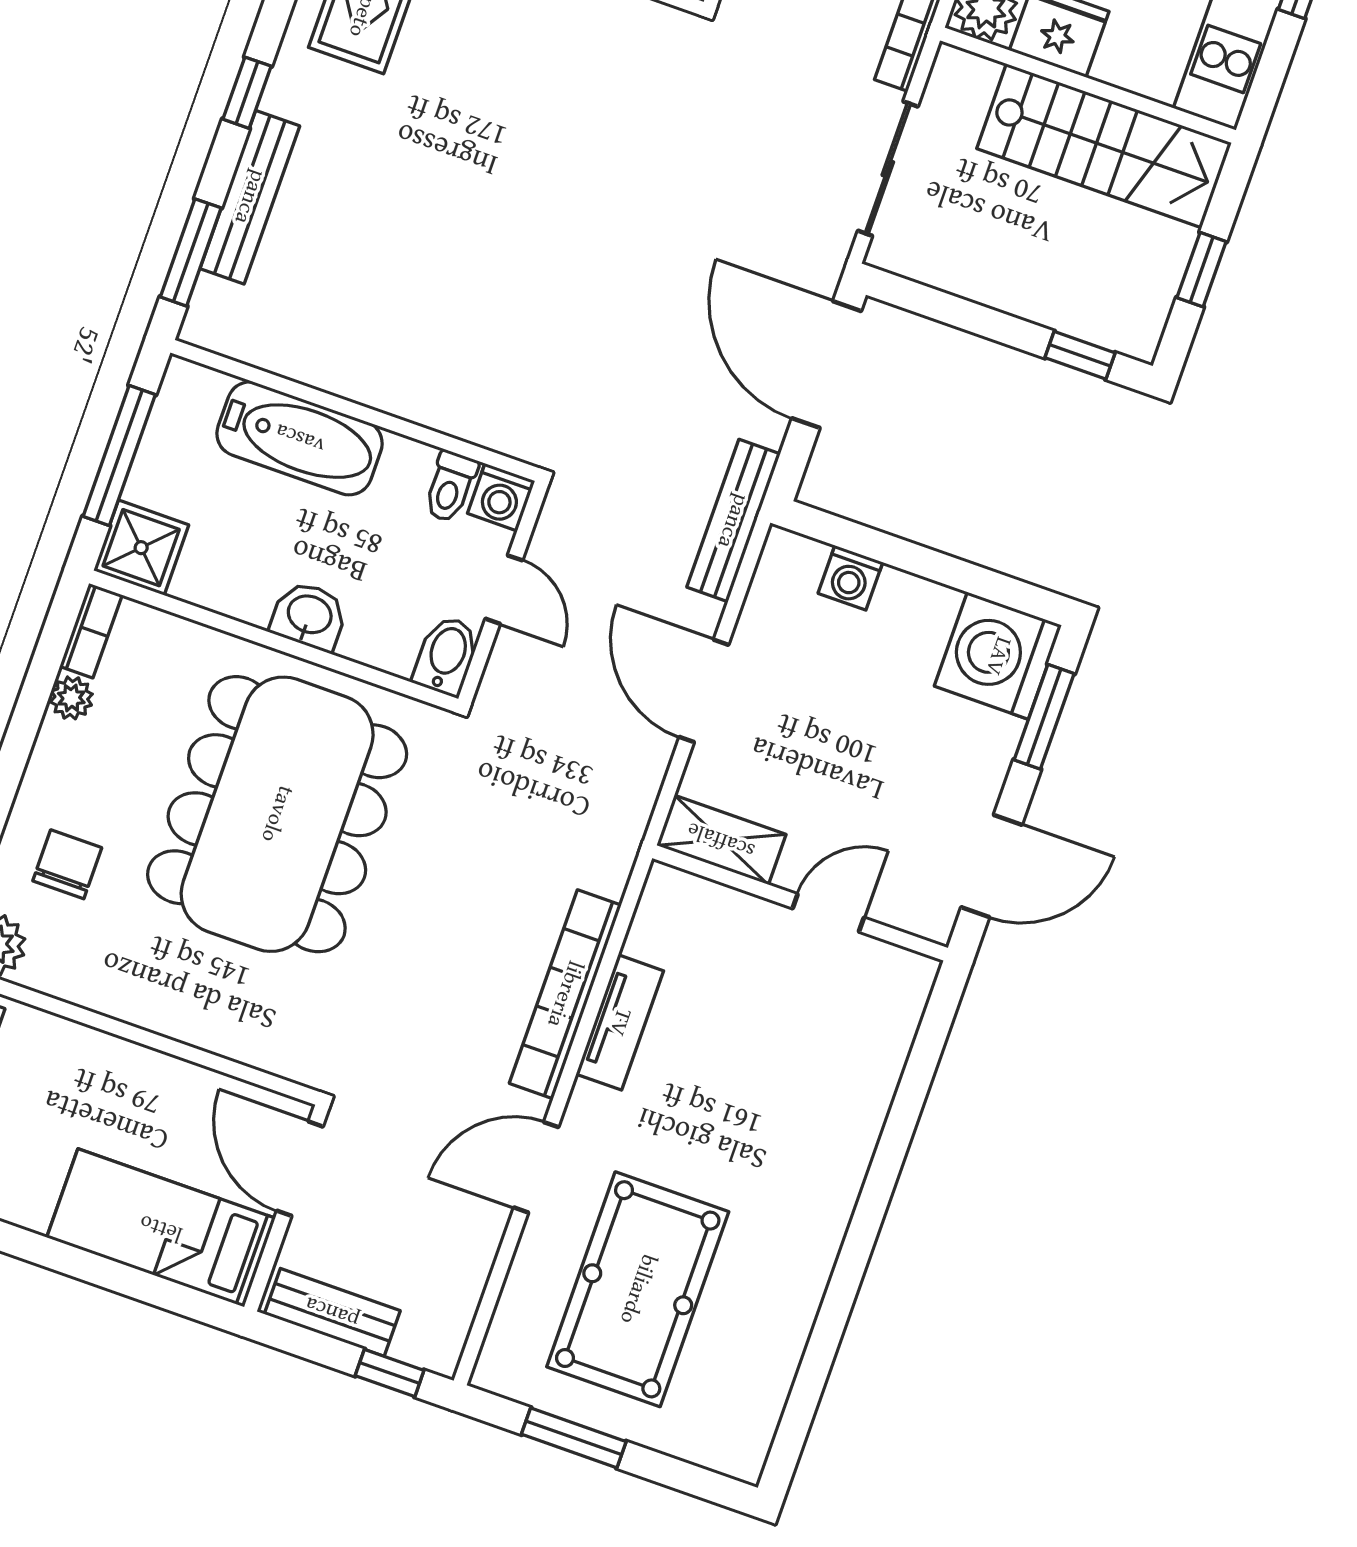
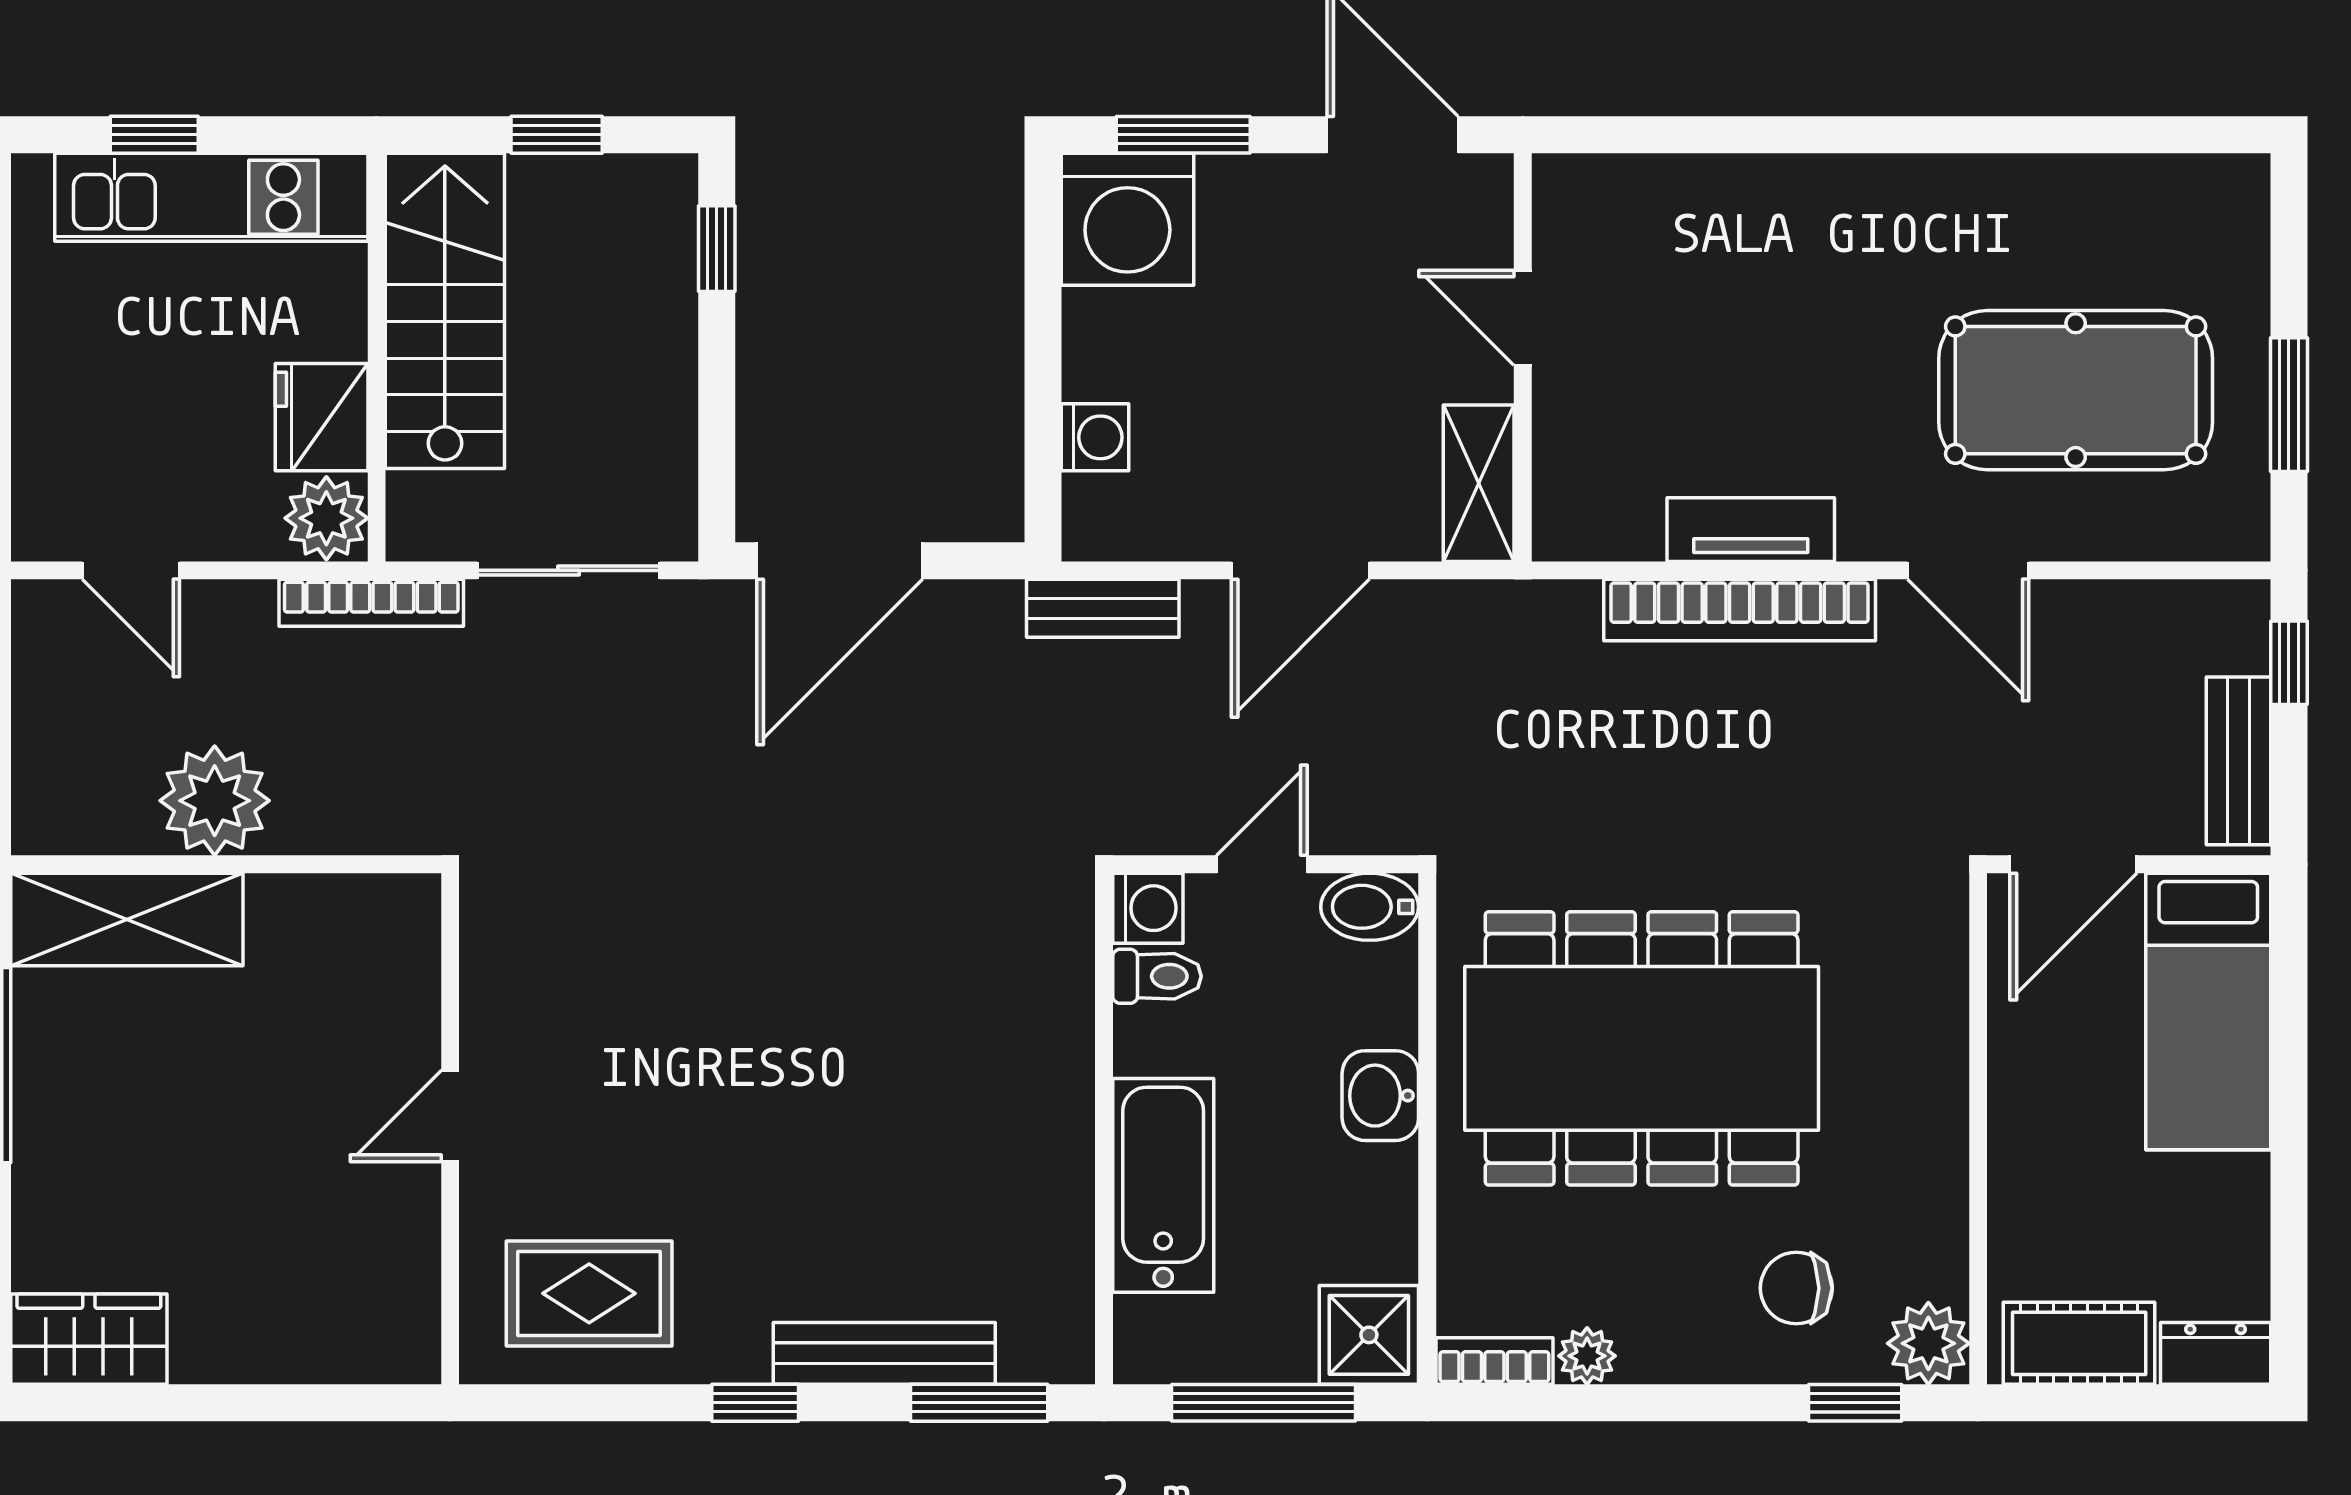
bench: (733, 521) -> (1103, 608), width x0.73

